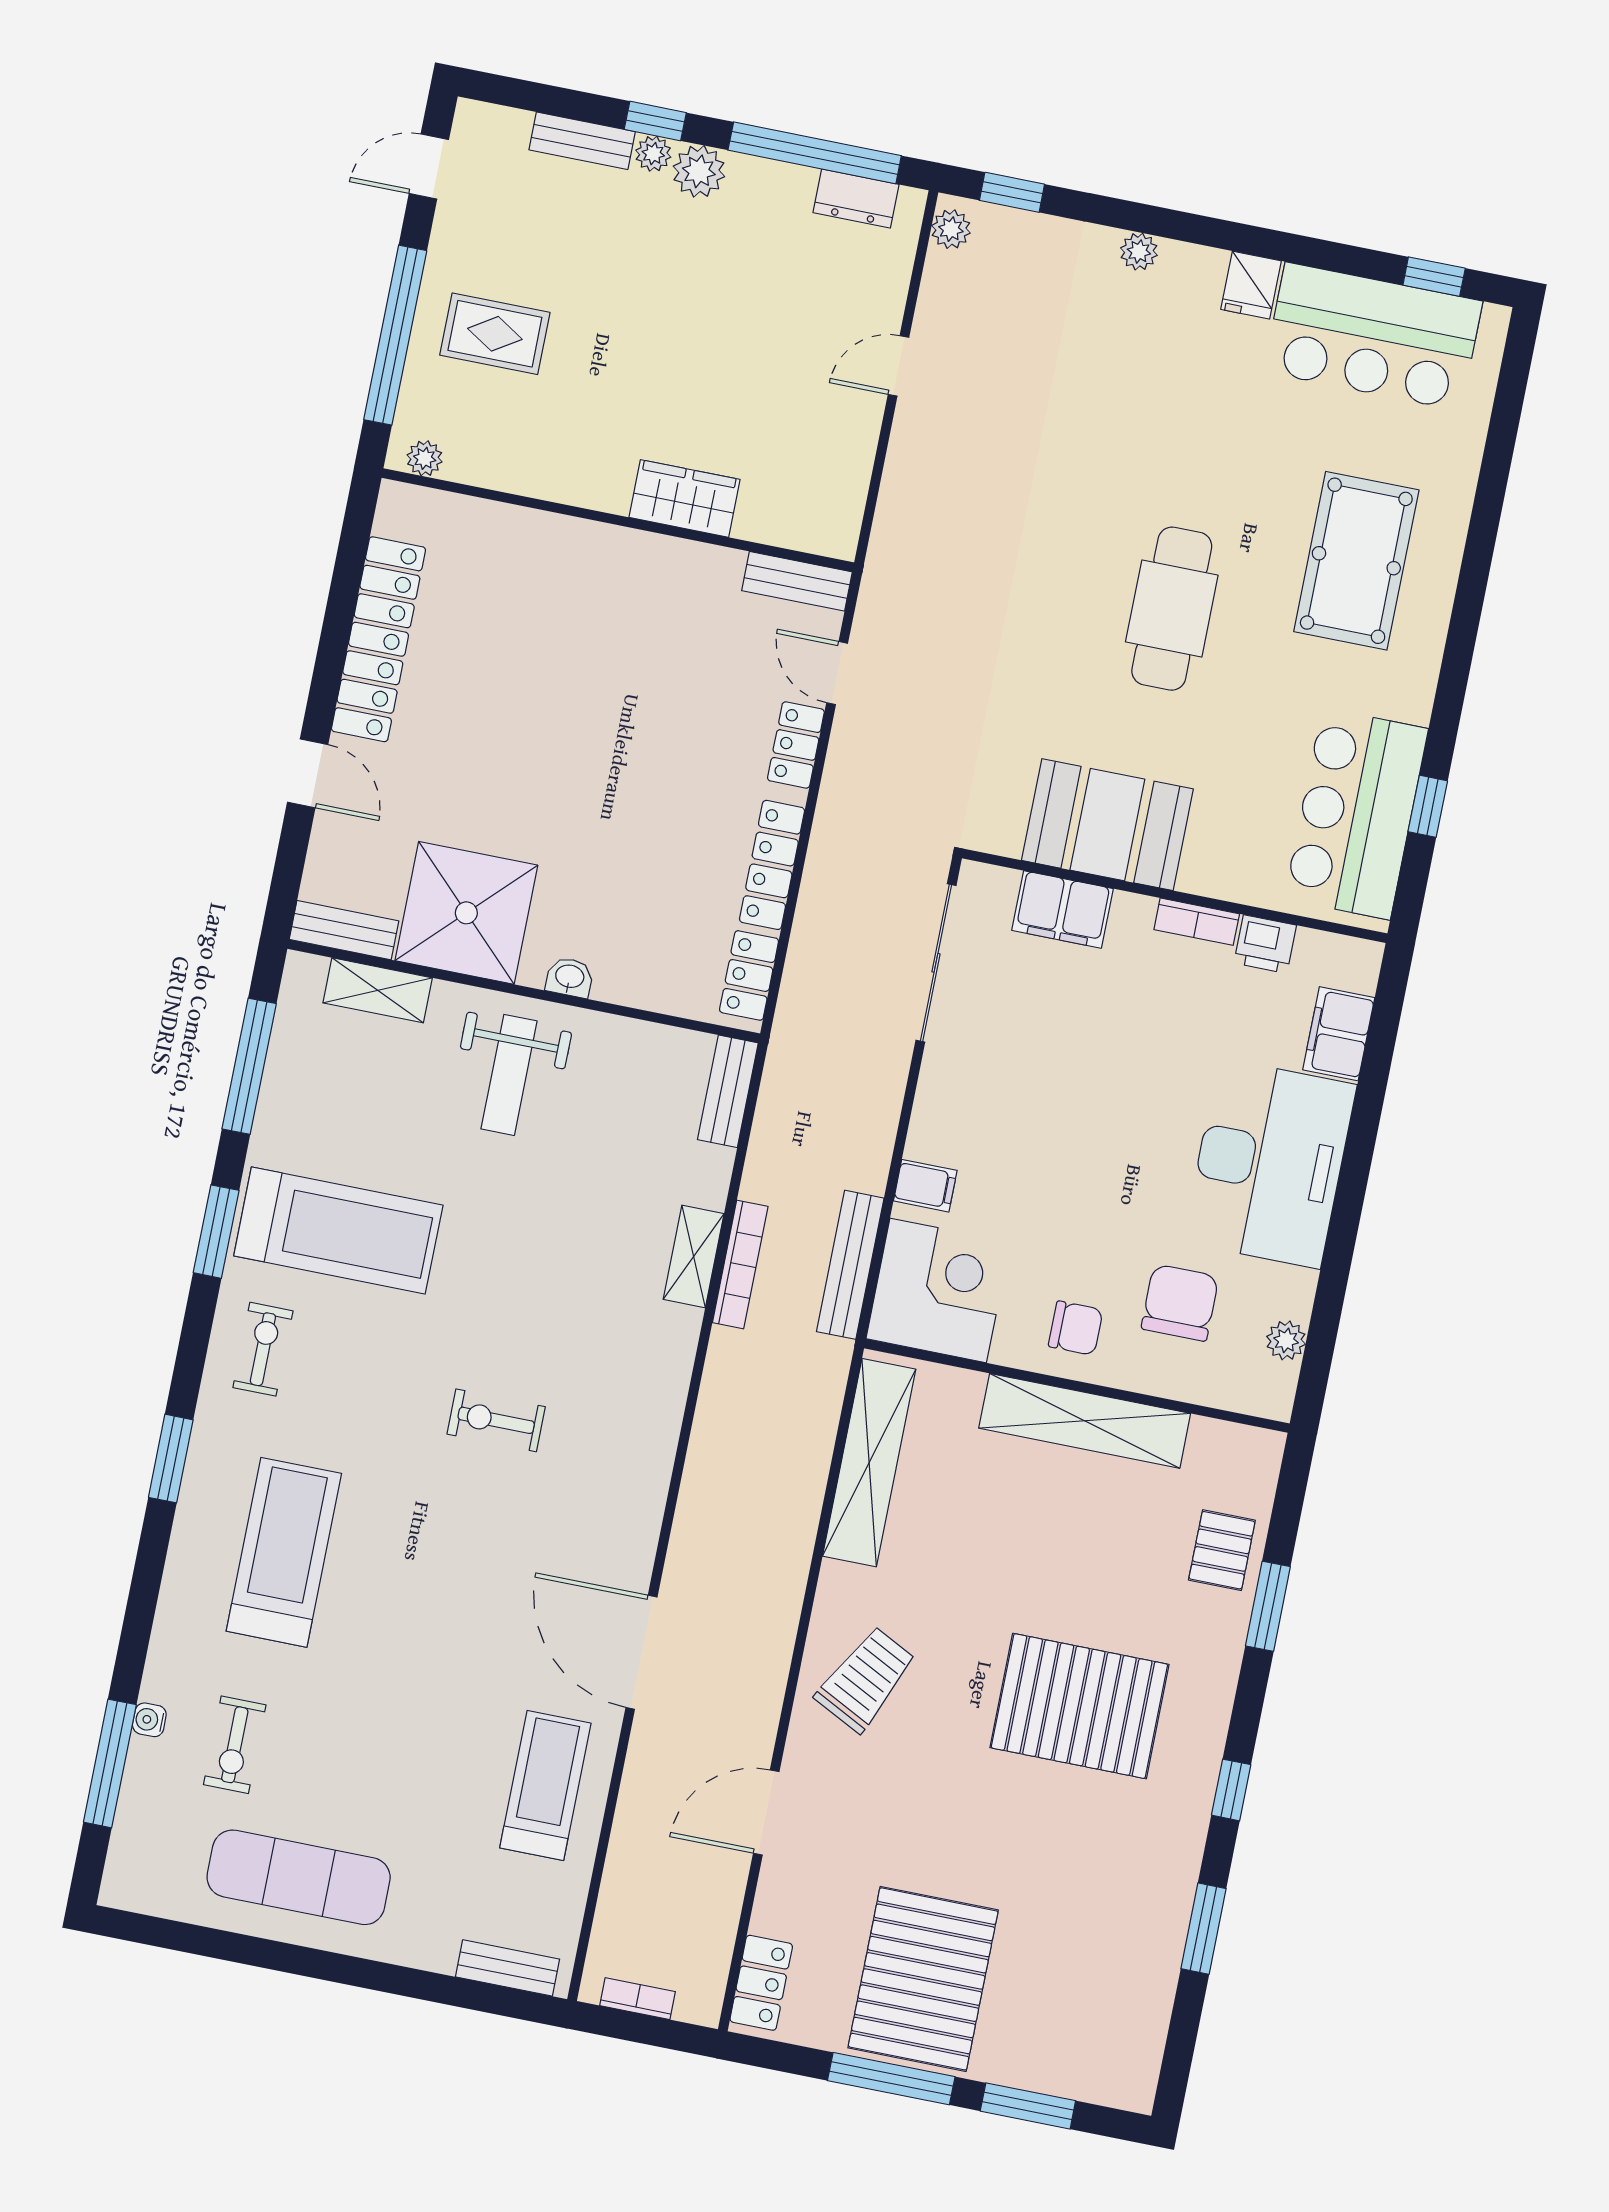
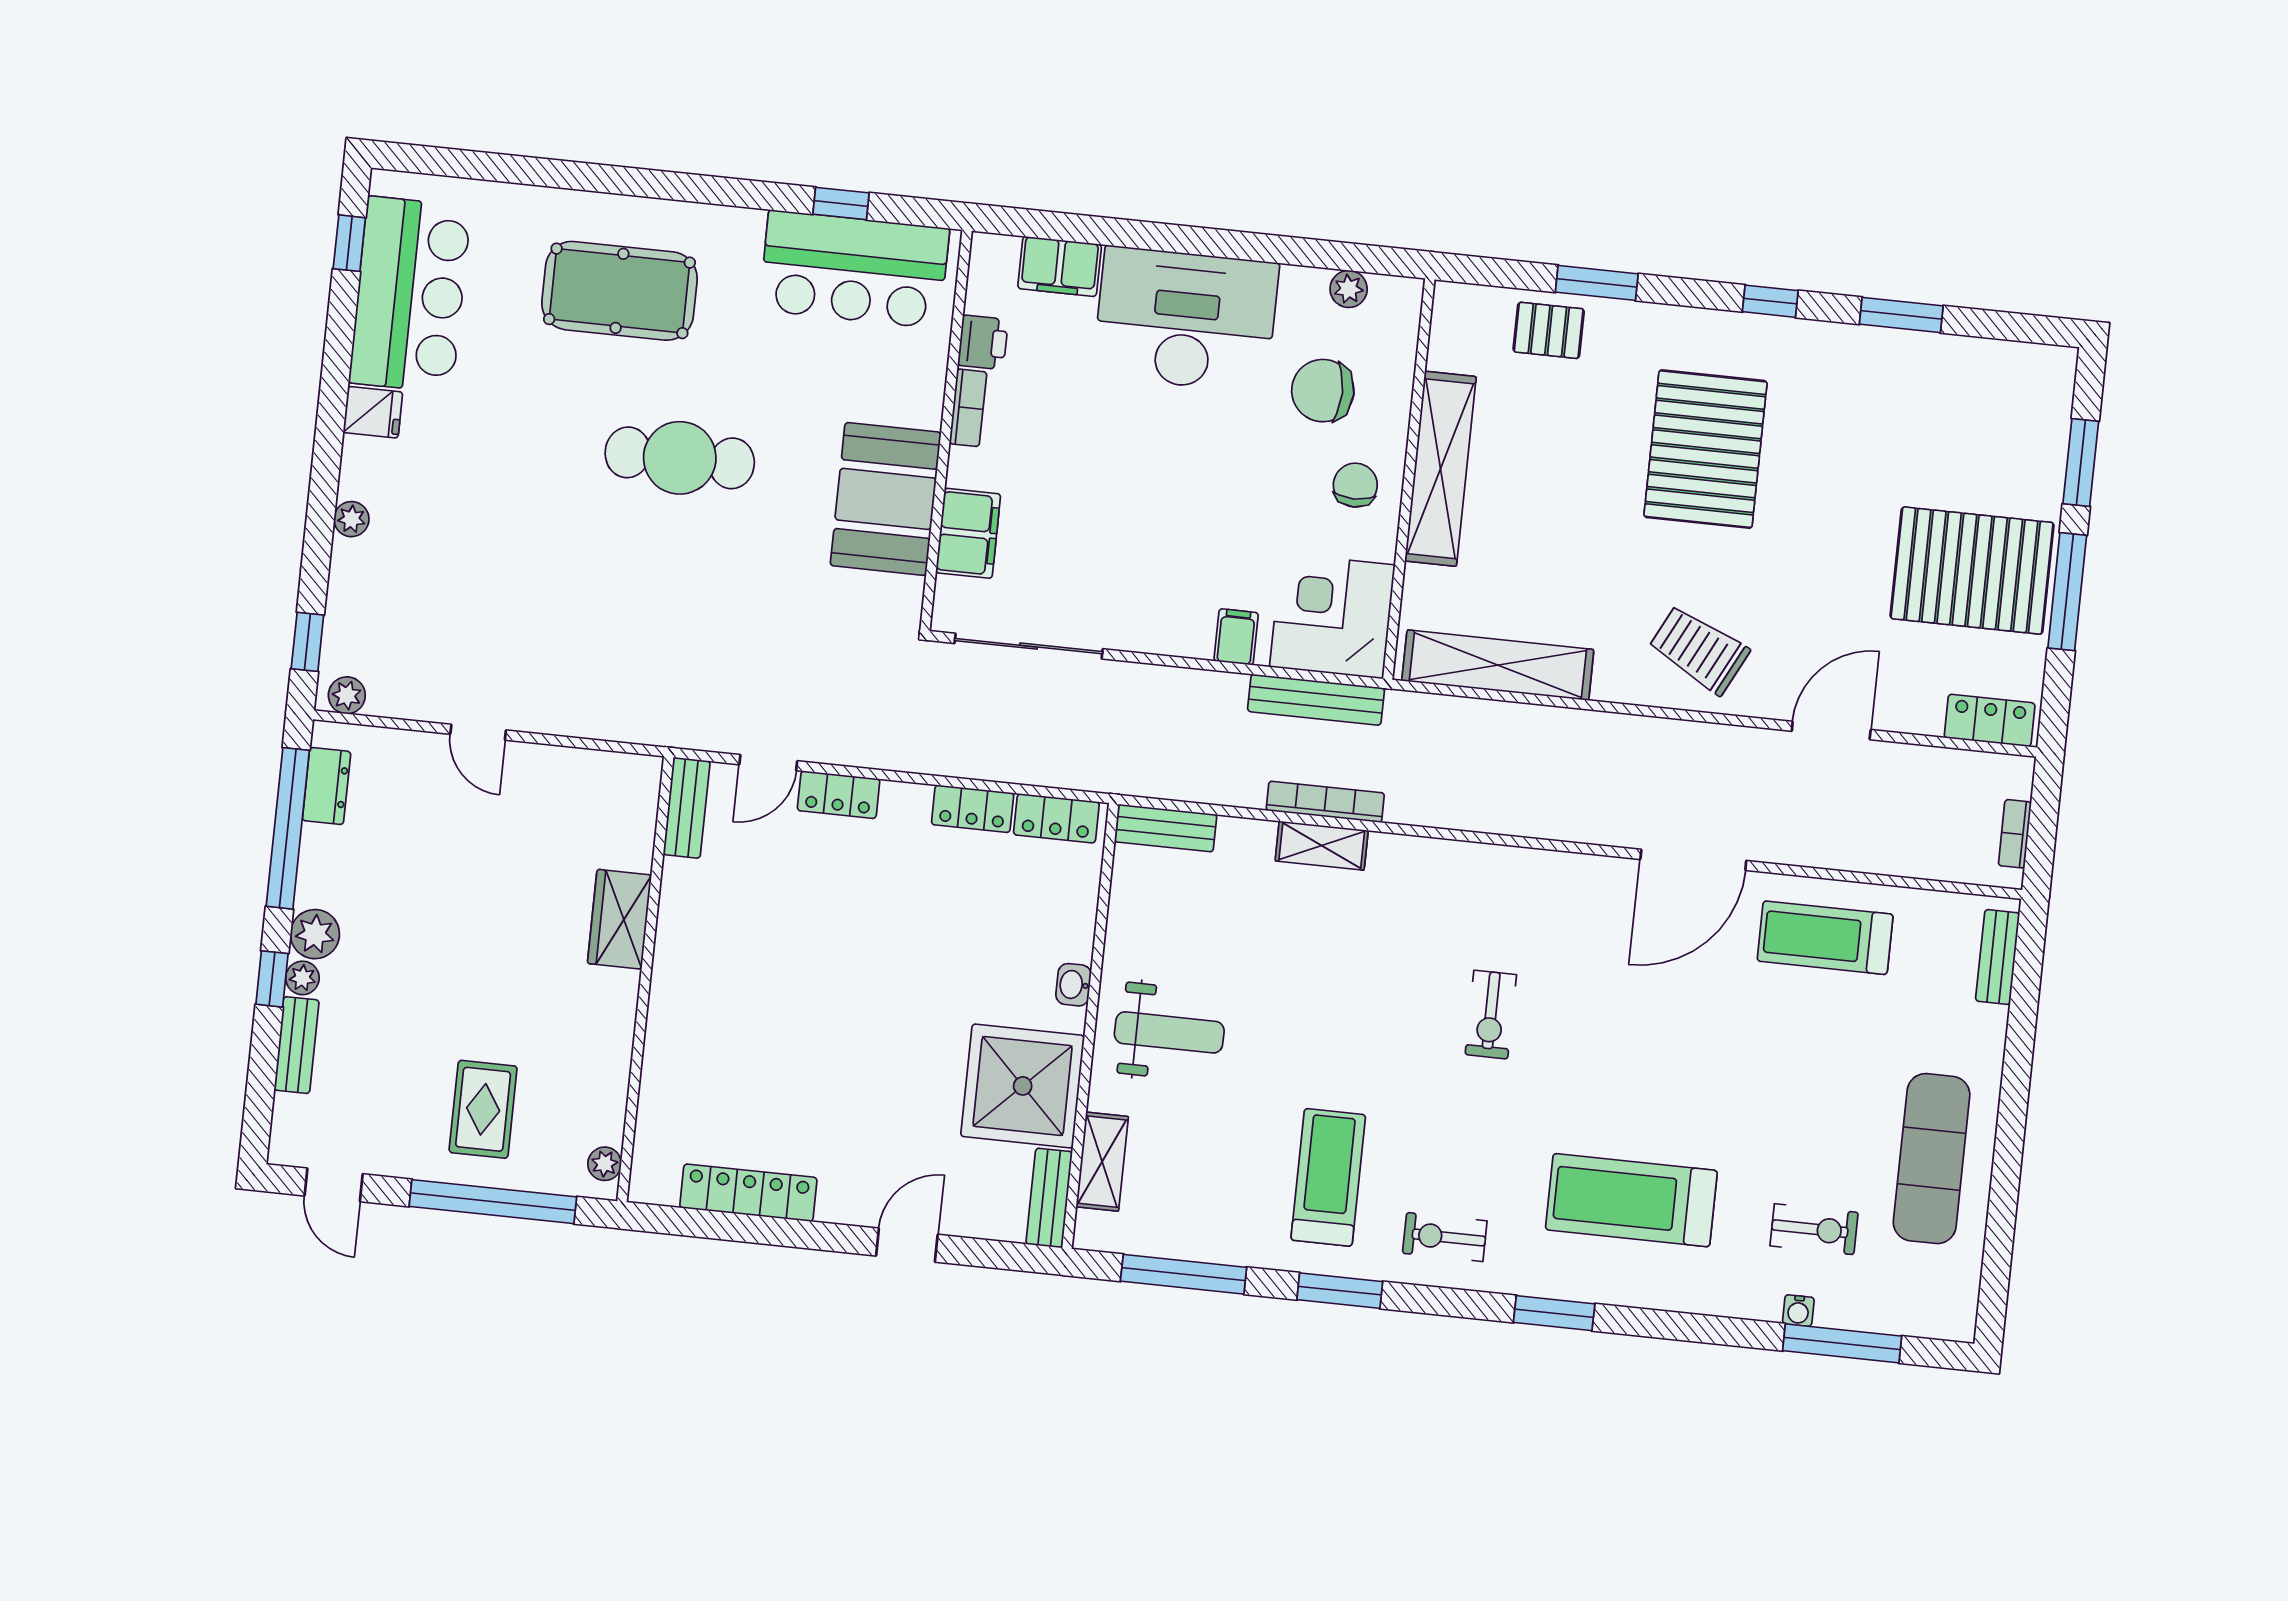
locker: (378, 639) -> (748, 1193), width x0.71, depth x0.83
locker: (772, 865) -> (973, 809), width x0.66
treadmill: (338, 1230) -> (1328, 1177), width x0.73, depth x0.73
door: (766, 1812) -> (1831, 730), swing flipped

